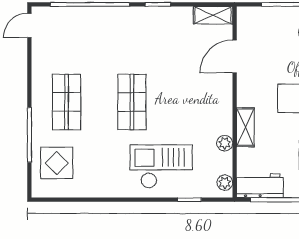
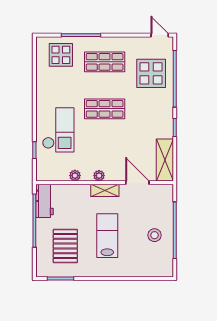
shelving: (213, 15) -> (165, 160), width x1.50, depth x1.33
display table: (83, 37) -> (151, 73), added
shelving: (245, 127) -> (105, 190), moved
plant: (225, 183) -> (99, 176), moved

